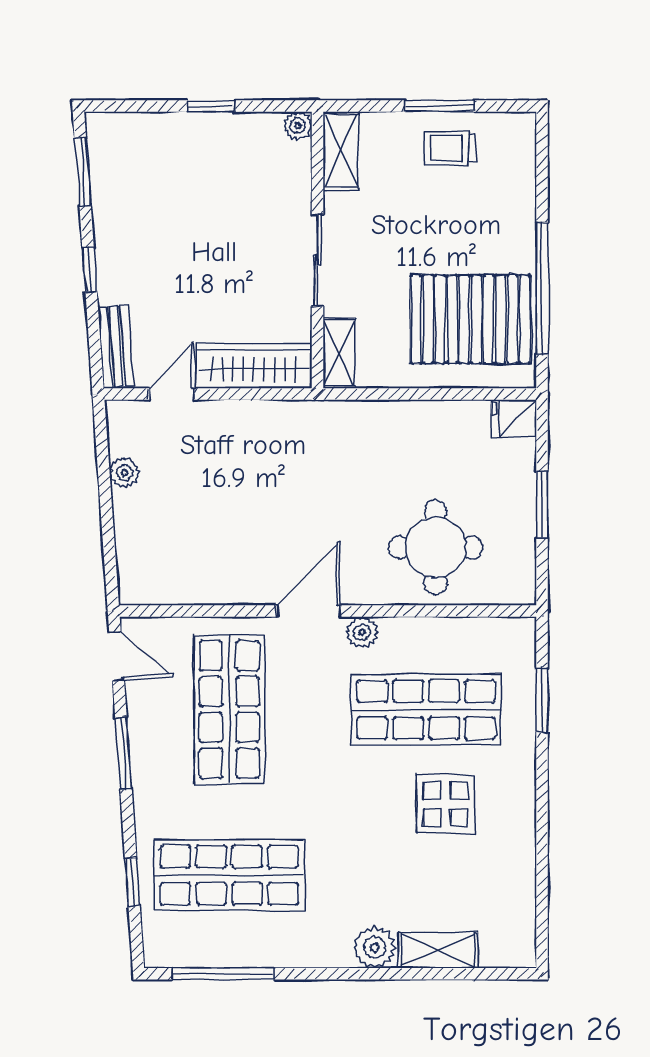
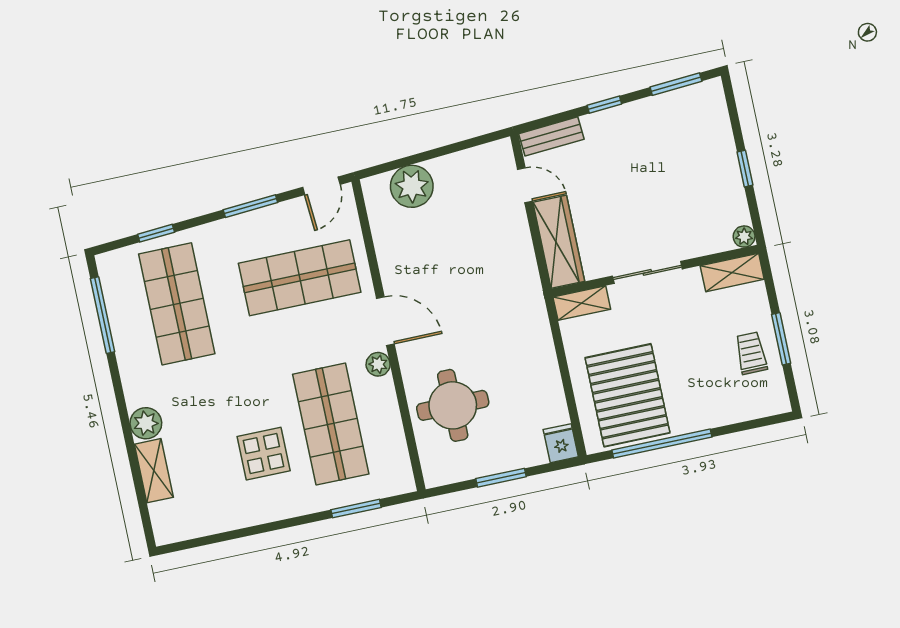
plant: (124, 473) -> (412, 186), moved, width x1.88, depth x1.88

